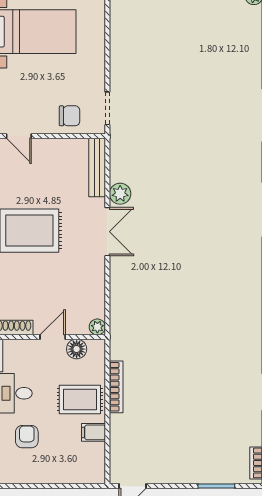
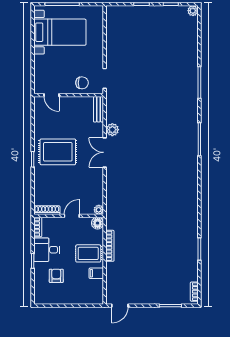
bench: (97, 168) -> (99, 109), width x0.73
double door: (107, 232) -> (105, 152), swing flipped
floor lamp: (77, 349) -> (98, 223), moved

